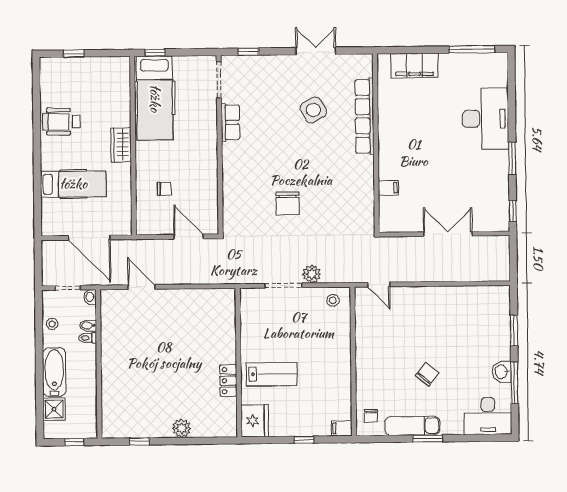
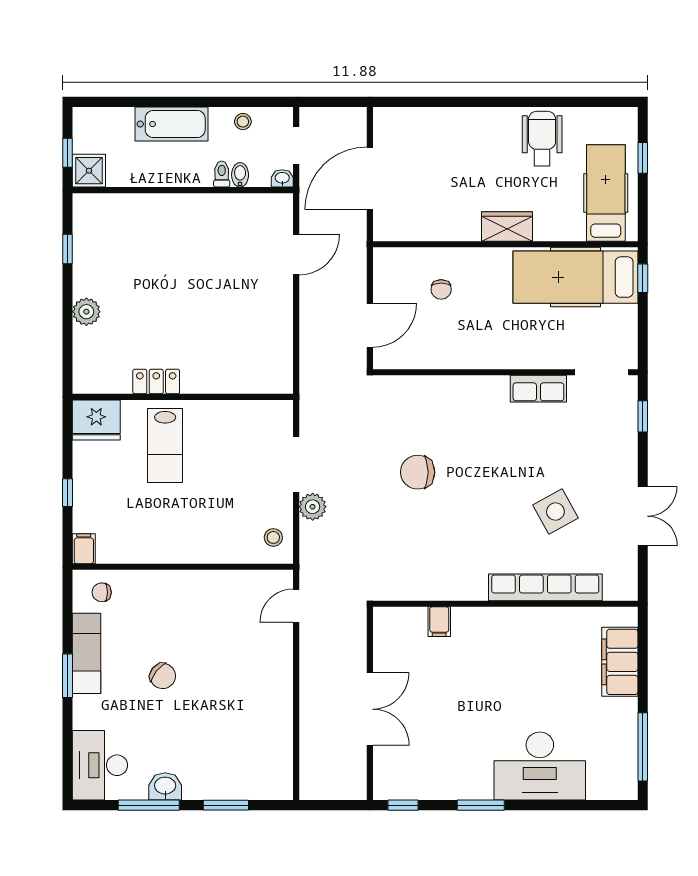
hospital bed: (73, 184) -> (606, 193), moved, turned 180
shower: (54, 409) -> (89, 171), moved

